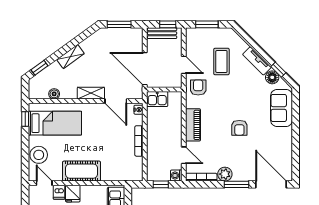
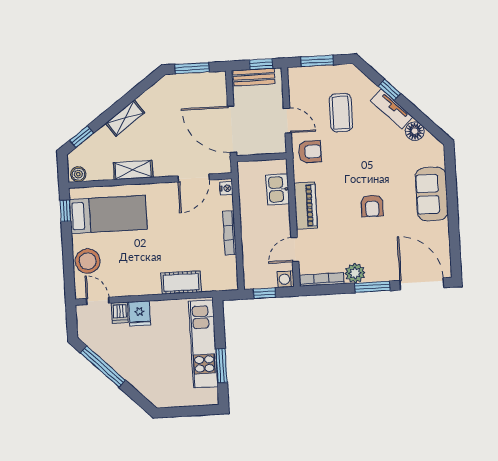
window: (278, 70) -> (389, 90), moved
armchair: (198, 88) -> (310, 152), turned 90
shelving: (91, 93) -> (133, 170), moved
boiler: (54, 94) -> (78, 174), moved
kitchen sink: (157, 99) -> (278, 189), moved, turned 90
door: (116, 101) -> (194, 178), hinge flipped
sofa: (282, 108) -> (432, 194), moved
door: (184, 155) -> (295, 250), swing flipped
cot: (82, 171) -> (181, 282), moved, width x0.73, depth x0.75

